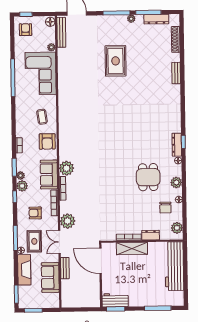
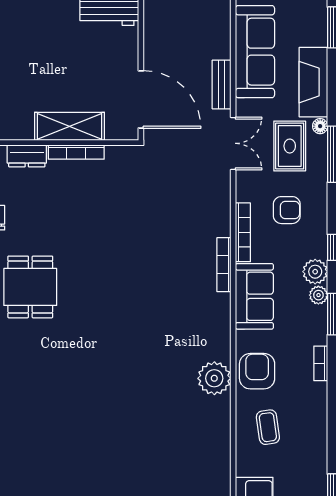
plant: (67, 168) -> (214, 378), moved
plant: (68, 221) -> (214, 191), removed
sofa: (50, 277) -> (255, 52), width x1.36

